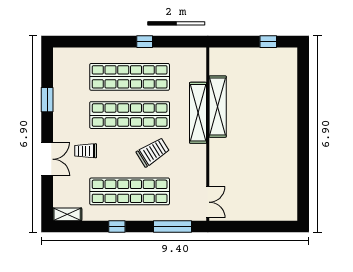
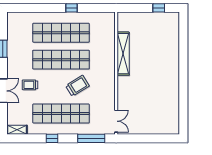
shelving: (198, 113) -> (109, 58), removed

